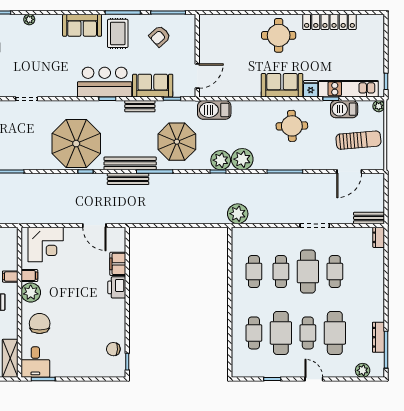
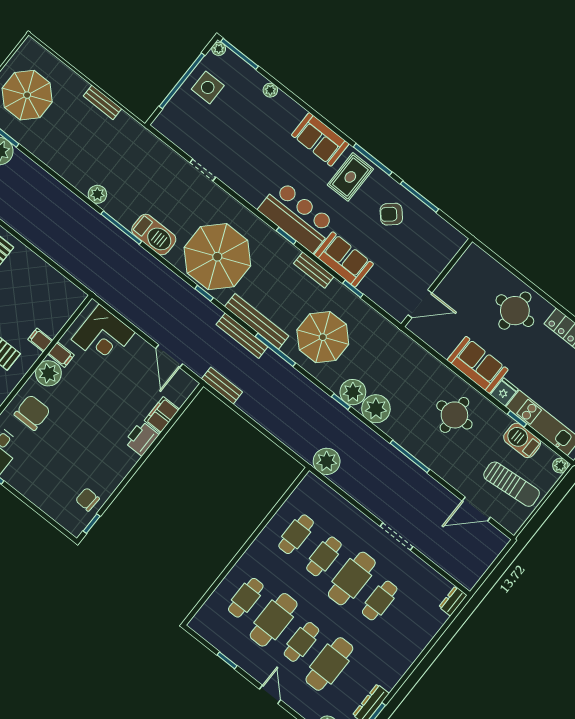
wall: (197, 56) -> (437, 283), moved
door: (197, 76) -> (420, 304), moved
barbecue: (214, 110) -> (154, 235), moved, turned 180
bench: (369, 218) -> (222, 385), moved

